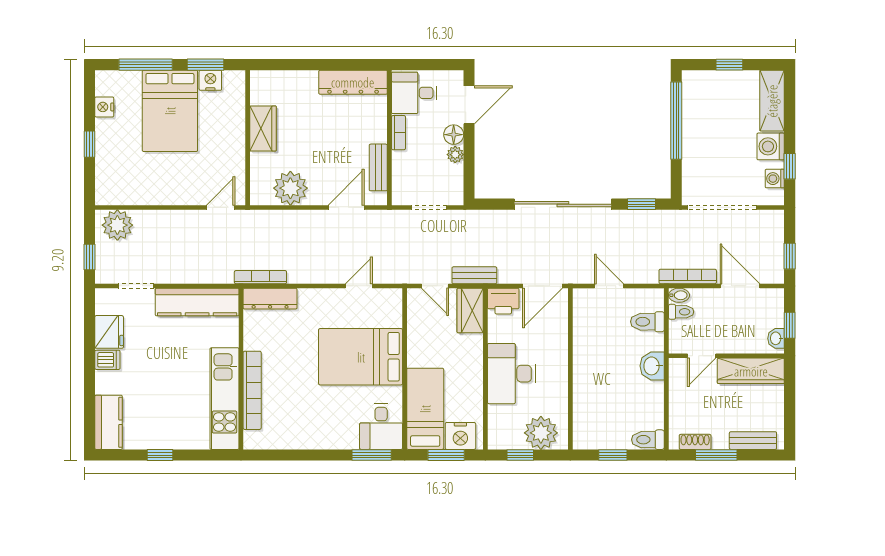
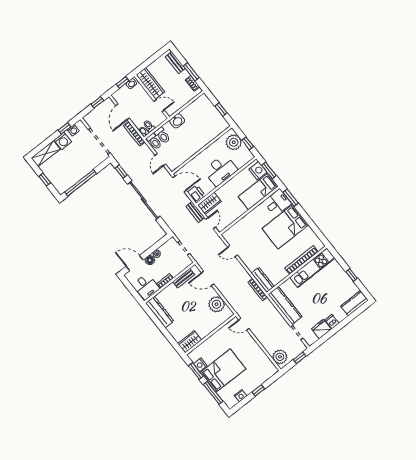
wardrobe: (263, 128) -> (190, 342), moved
bed: (361, 357) -> (285, 227), moved, turned 90
toilet: (648, 440) -> (154, 142), moved

